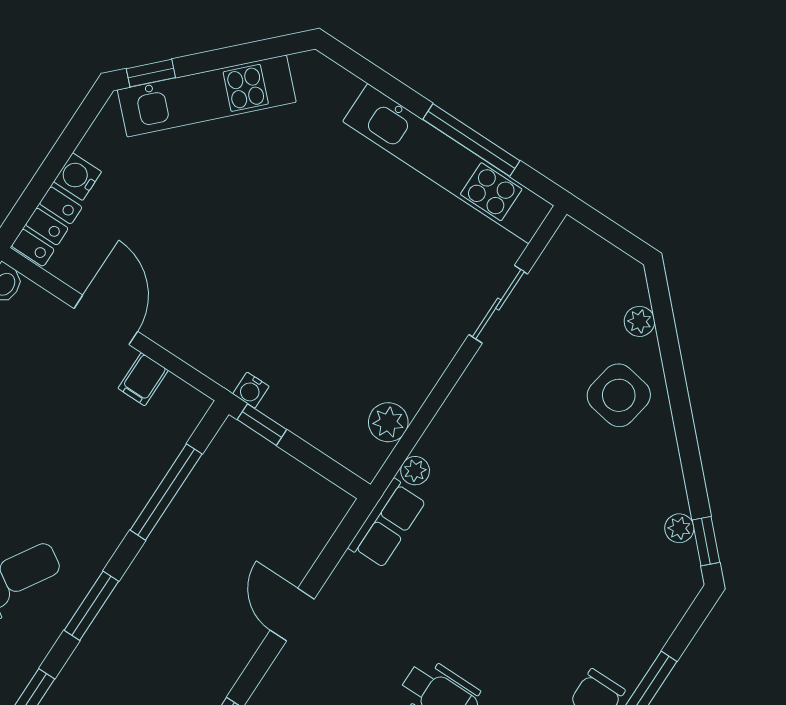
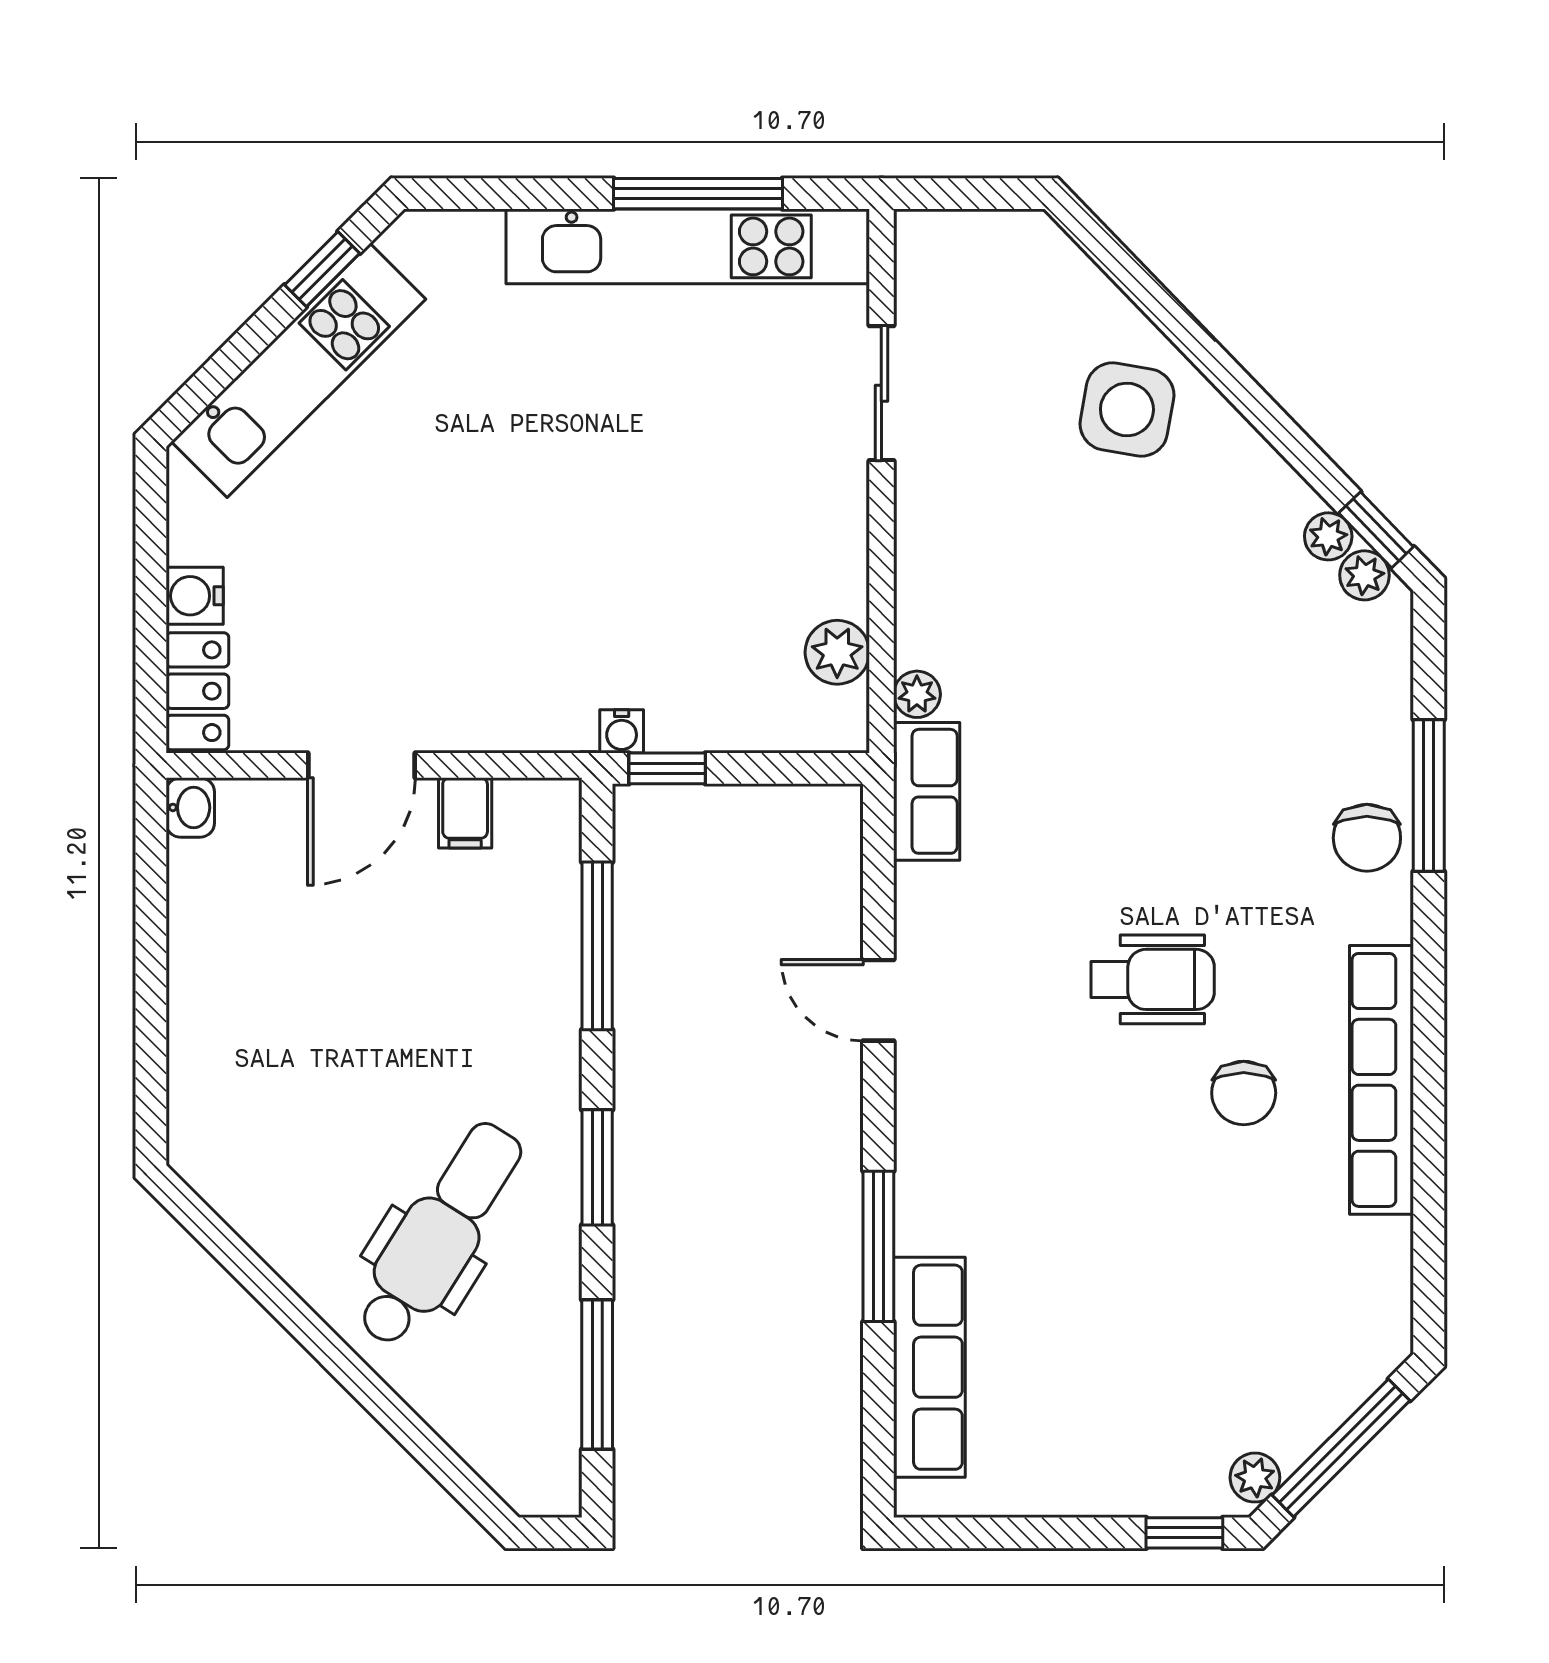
window: (151, 73) -> (322, 269), moved
door: (106, 320) -> (361, 765), swing flipped
plant: (639, 321) -> (1364, 575), moved

